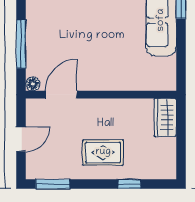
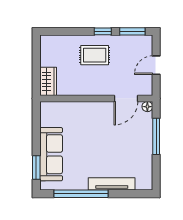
window: (129, 184) -> (103, 31), moved

